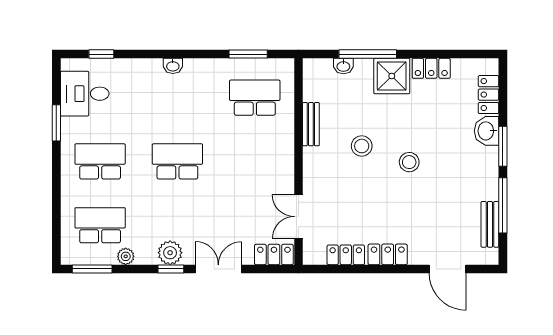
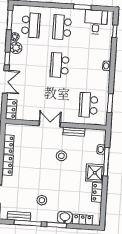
school desk: (255, 98) -> (88, 105), turned 180
school desk: (100, 161) -> (62, 27), turned 180
school desk: (177, 161) -> (60, 65), turned 180
stool: (409, 162) -> (42, 200), moved
double door: (298, 217) -> (50, 124), moved
plant: (170, 253) -> (16, 48), moved

